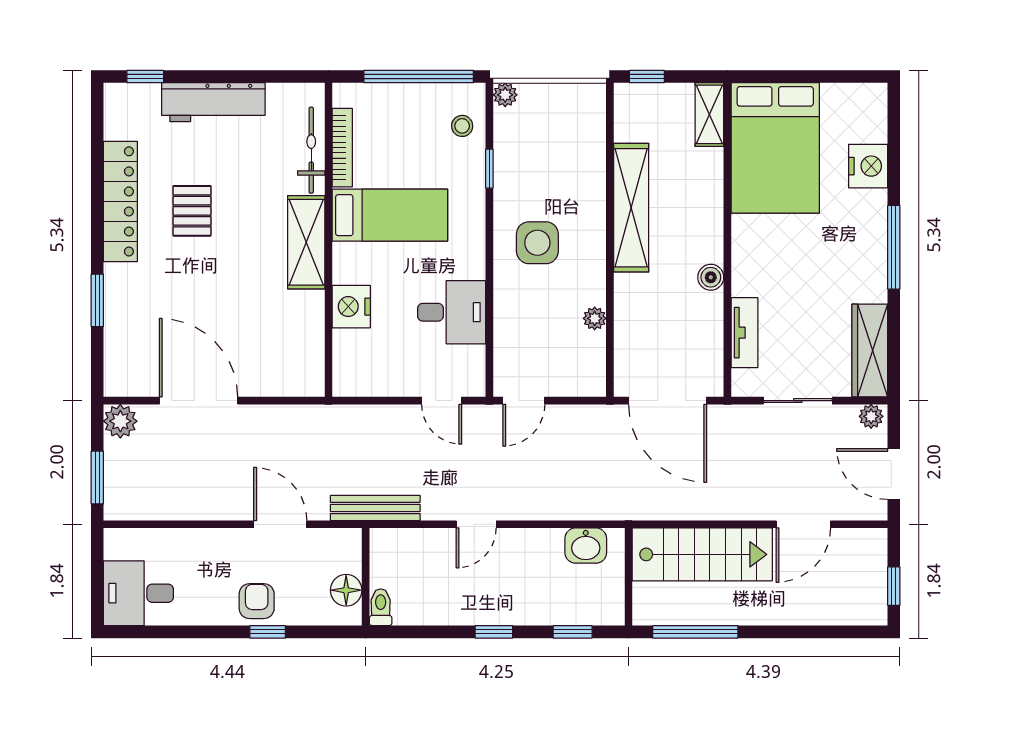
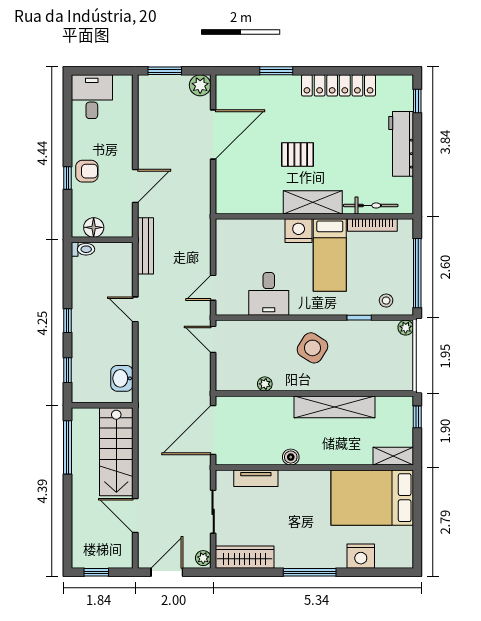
pallet: (192, 211) -> (298, 154), moved
side table: (537, 243) -> (313, 348), turned 32
nightstand: (351, 307) -> (299, 231), moved

